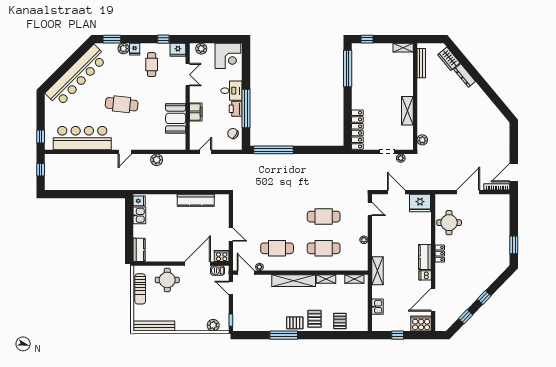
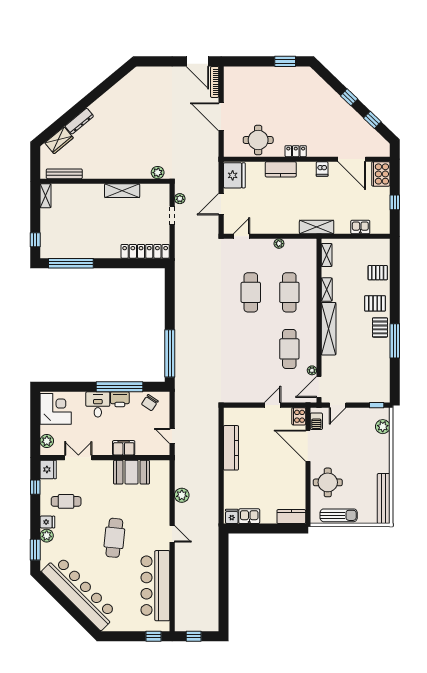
kitchen counter: (425, 257) -> (281, 169), moved

